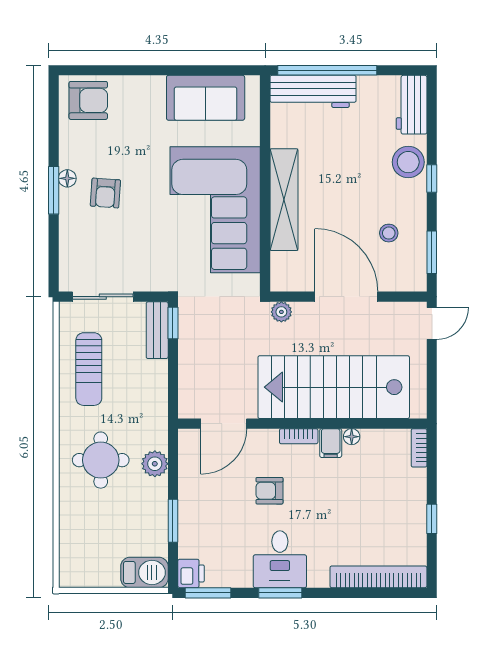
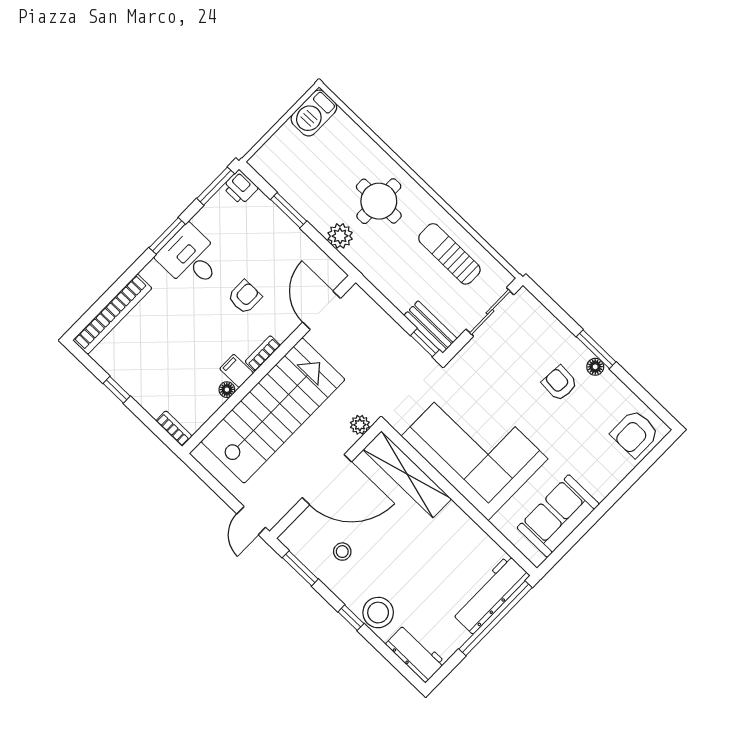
shelving: (284, 200) -> (407, 474), moved
barbecue: (144, 572) -> (314, 113), moved

